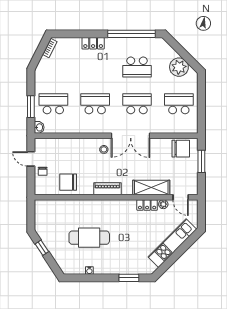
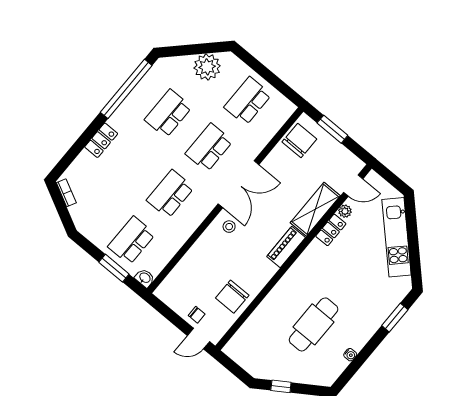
school desk: (137, 67) -> (168, 113), turned 180
door: (31, 159) -> (198, 339), moved
piano: (107, 189) -> (286, 247), moved

